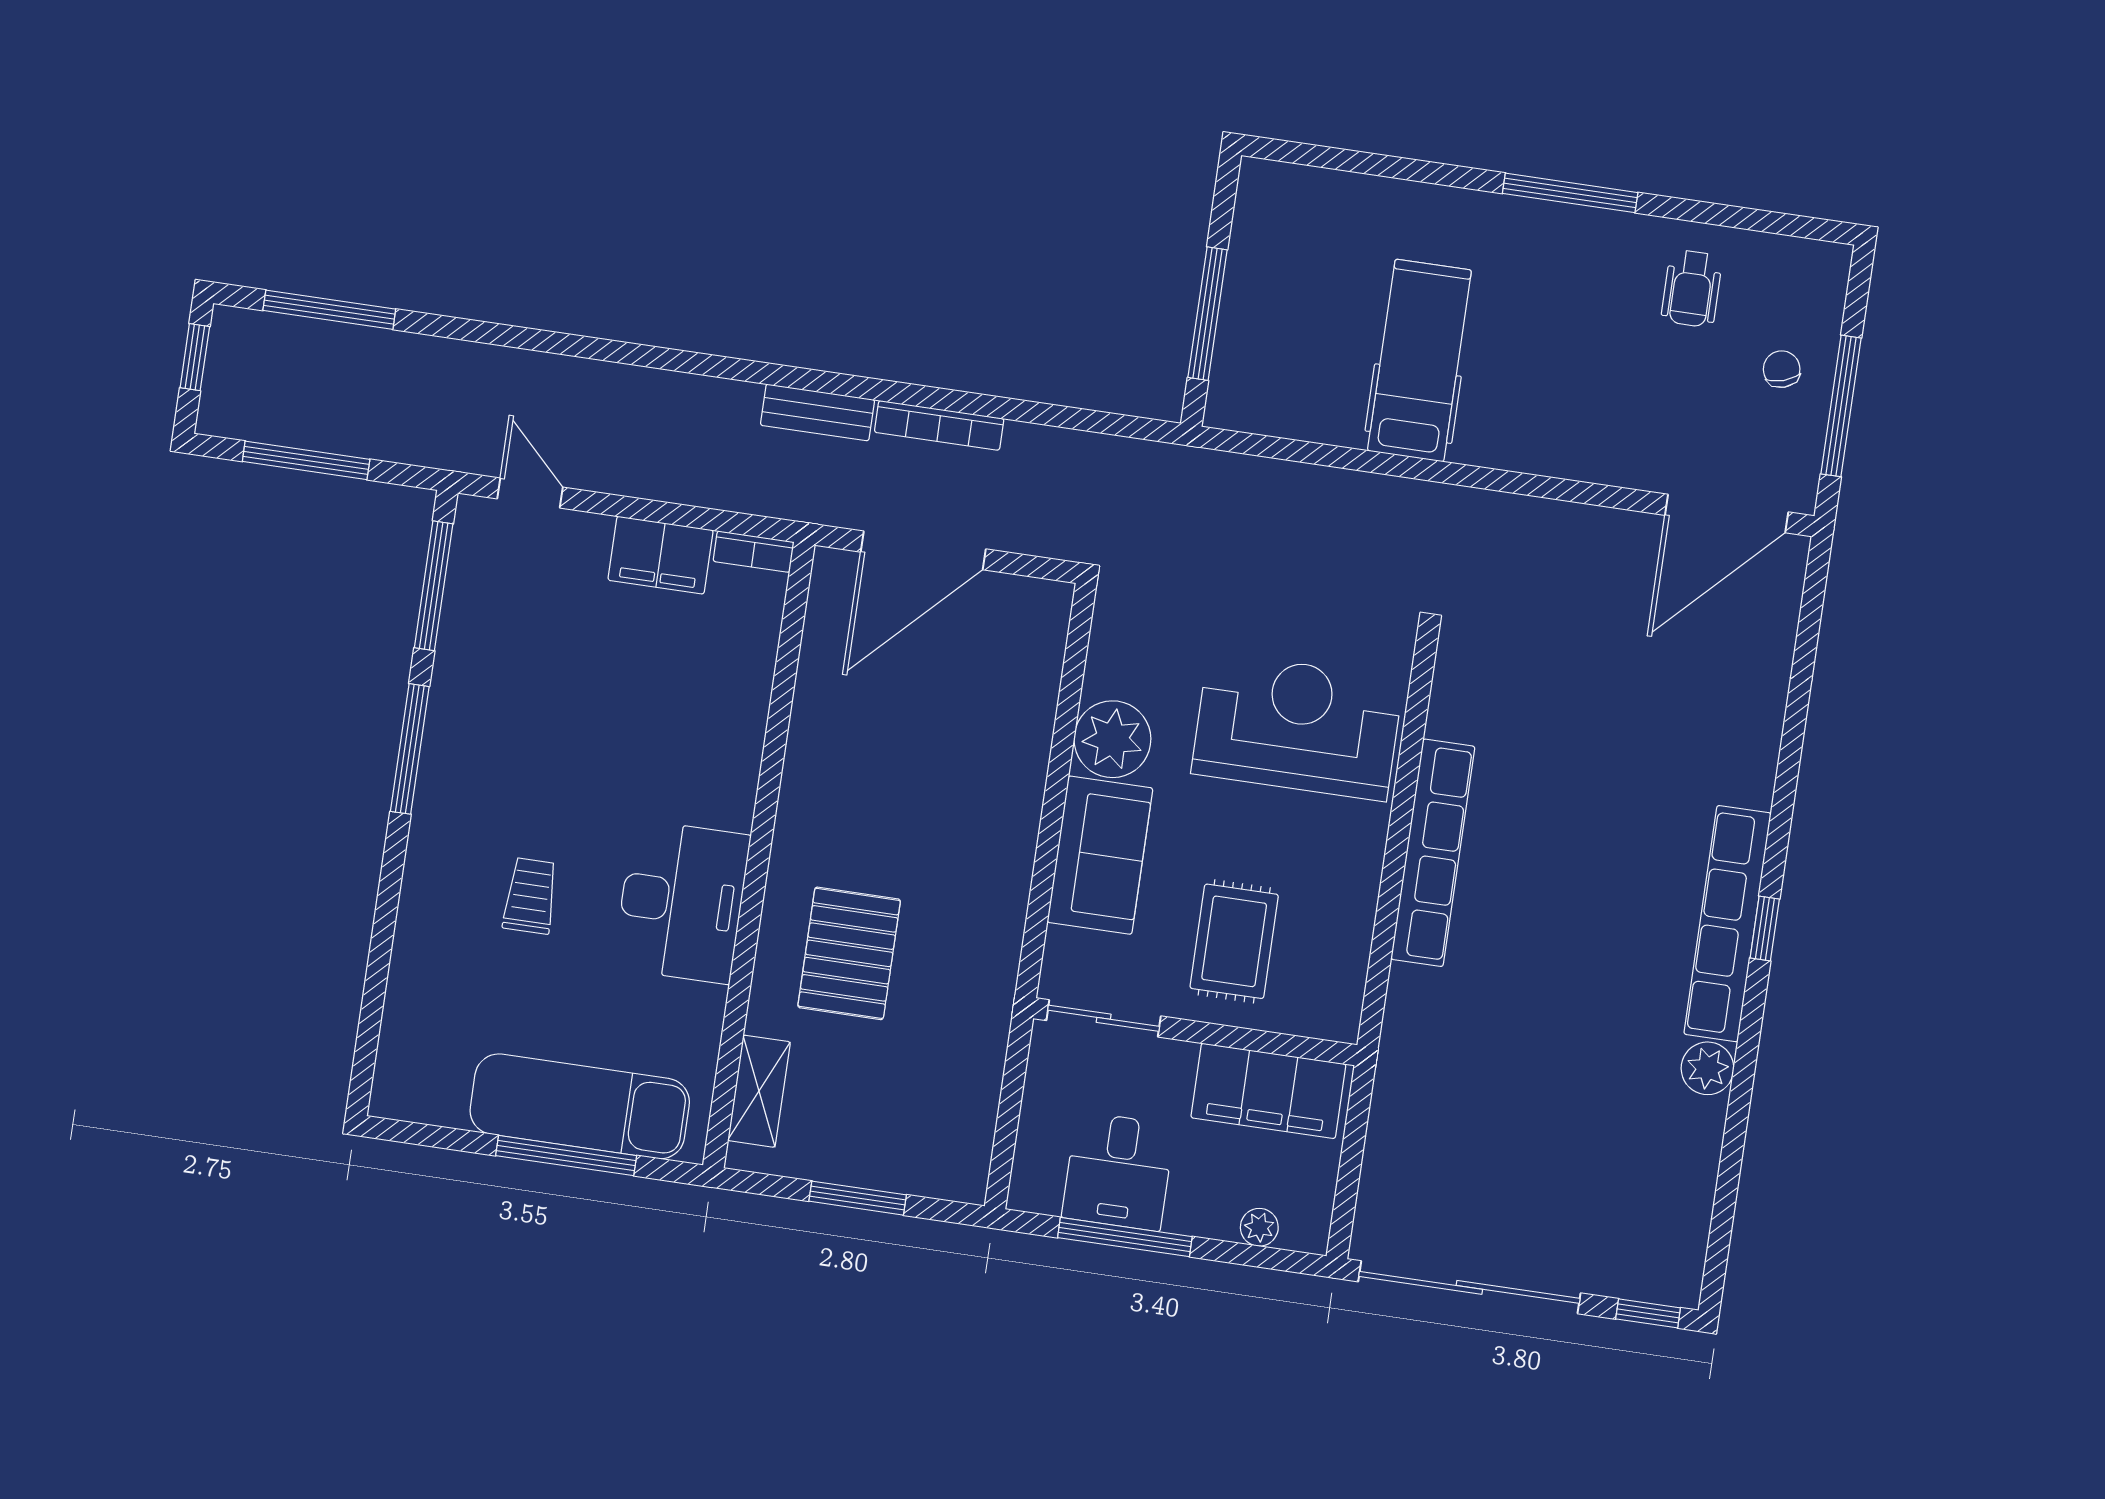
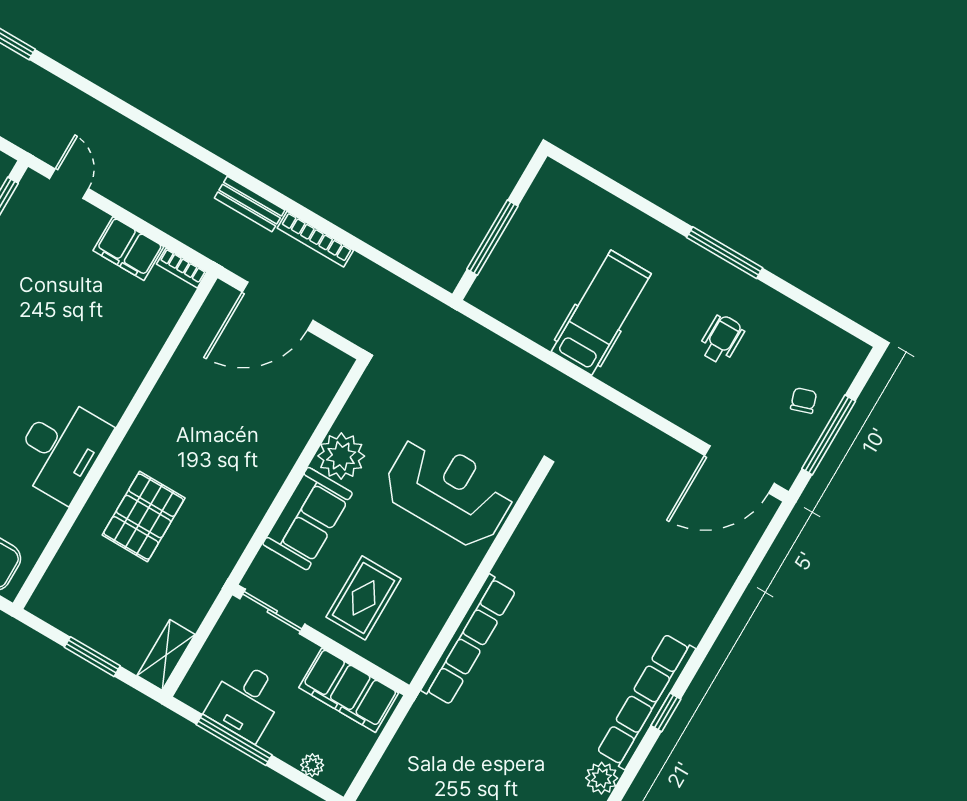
wheelchair: (1692, 288) -> (721, 339), moved, turned 180
row of seats: (1433, 853) -> (469, 640), moved
shelving: (759, 1091) -> (166, 655), moved

